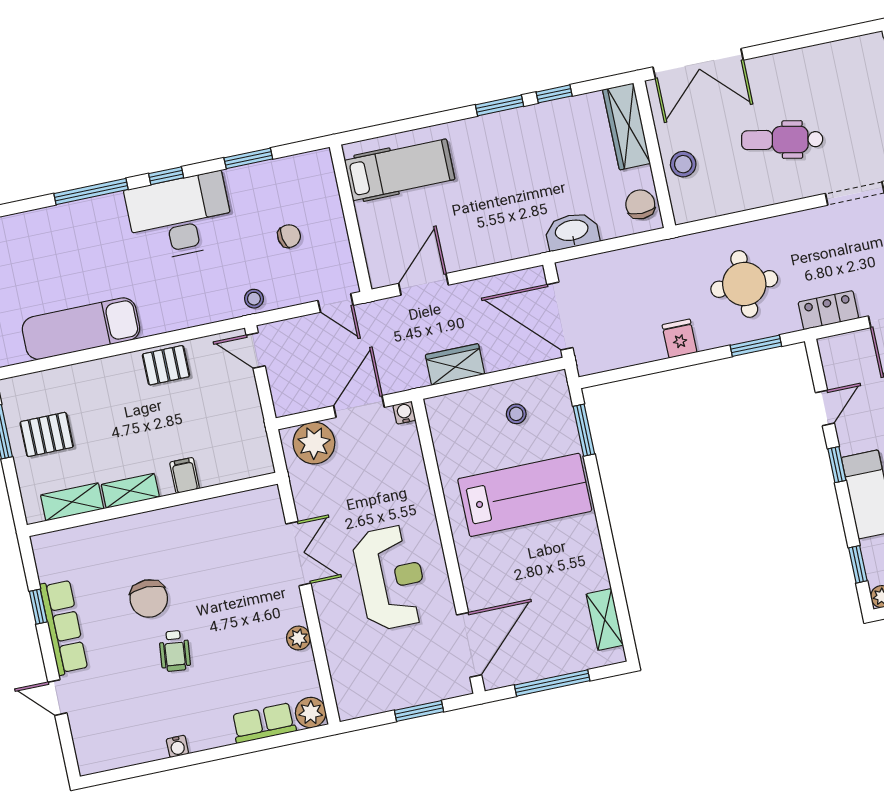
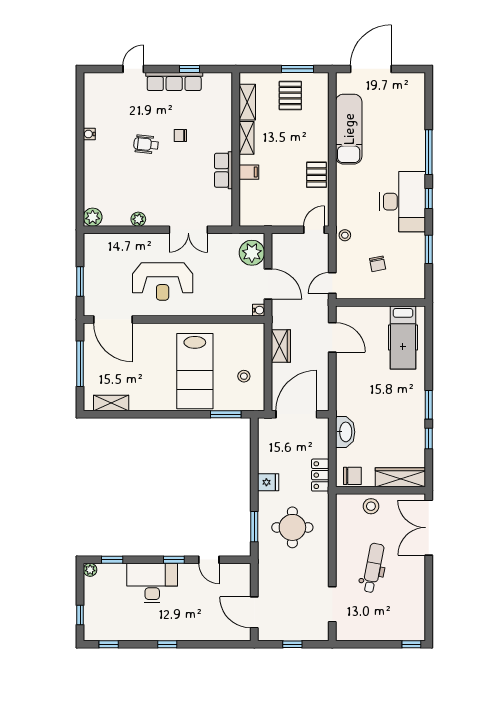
locker: (828, 310) -> (320, 475), moved, turned 180
chair: (149, 599) -> (180, 135), width x0.54, depth x0.54
row of seats: (264, 723) -> (223, 170), moved, turned 180

